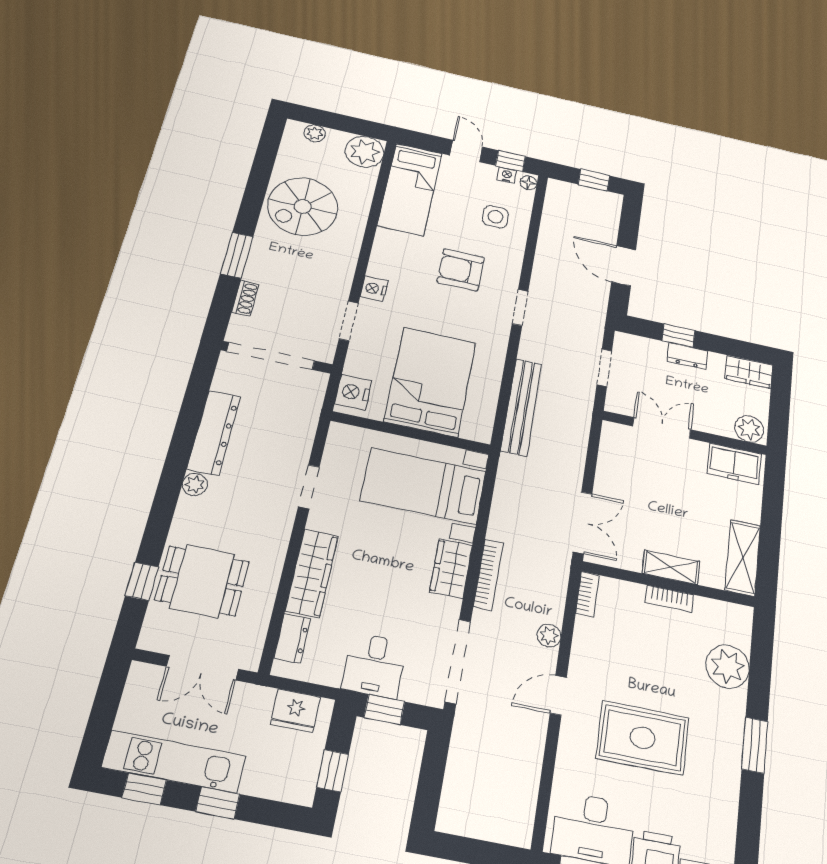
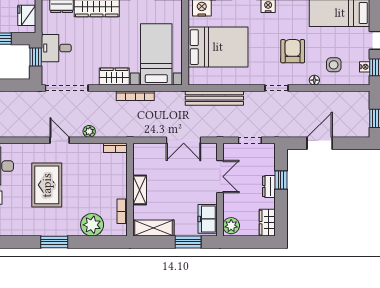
floor lamp: (528, 183) -> (314, 80), moved
window: (772, 504) -> (188, 242), added
double door: (583, 523) -> (184, 140), moved
bookcase: (488, 574) -> (135, 96), moved
bookcase: (669, 599) -> (122, 211), moved

